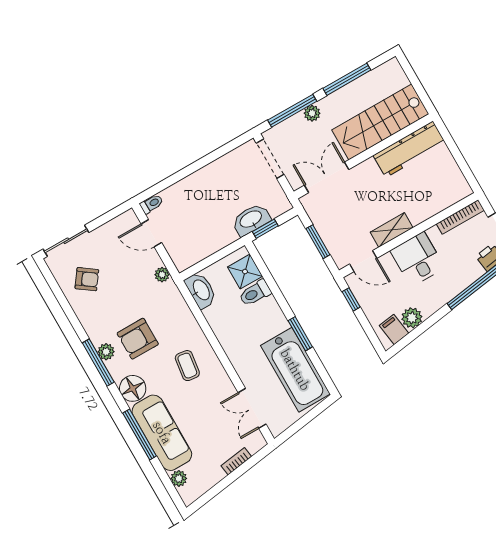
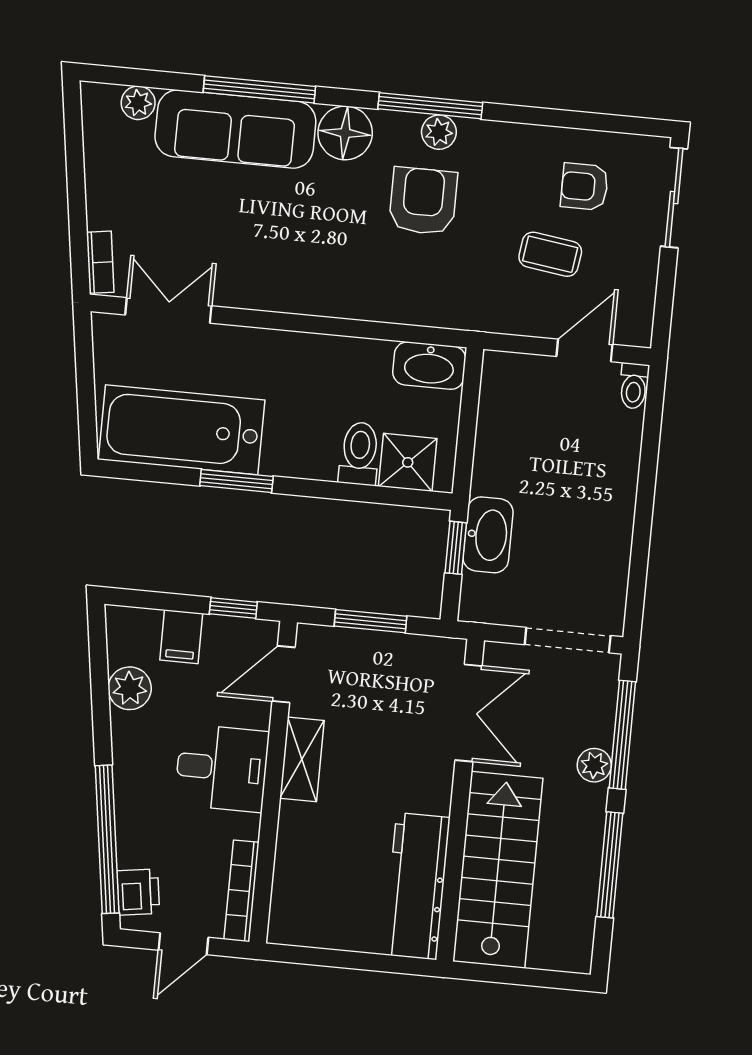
plant: (162, 275) -> (502, 319), removed
armchair: (87, 279) -> (584, 187), turned 54
filing cabinet: (394, 329) -> (181, 637), moved, turned 98
coffee table: (187, 366) -> (550, 254), moved
bookcase: (236, 461) -> (100, 262), moved

